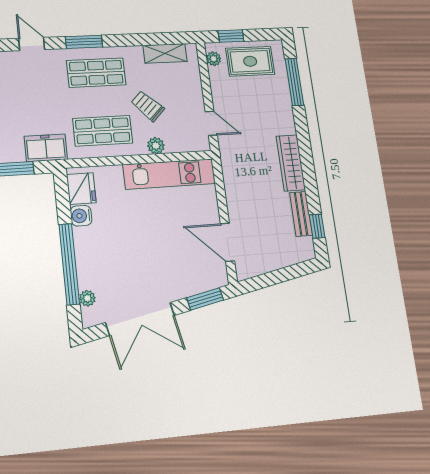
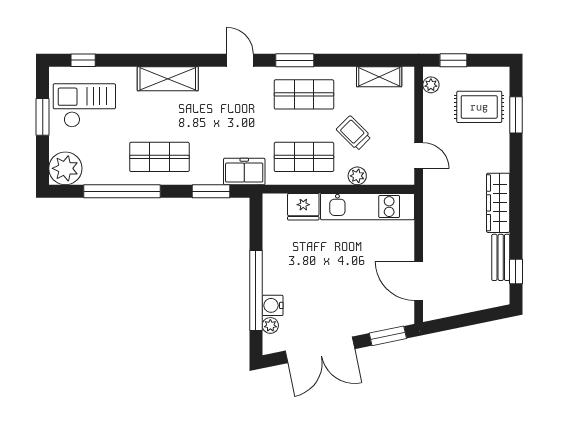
rug: (250, 61) -> (479, 107), moved
window: (294, 82) -> (516, 115), width x0.69
fridge: (81, 189) -> (303, 207), moved, turned 90
water cooler: (81, 216) -> (273, 305), moved

